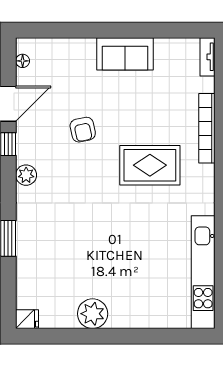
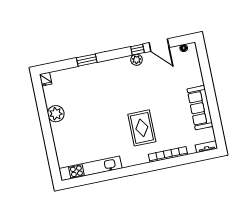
sofa: (125, 54) -> (200, 108), width x1.36
armchair: (83, 130) -> (153, 88), removed
plant: (26, 175) -> (137, 60), moved

